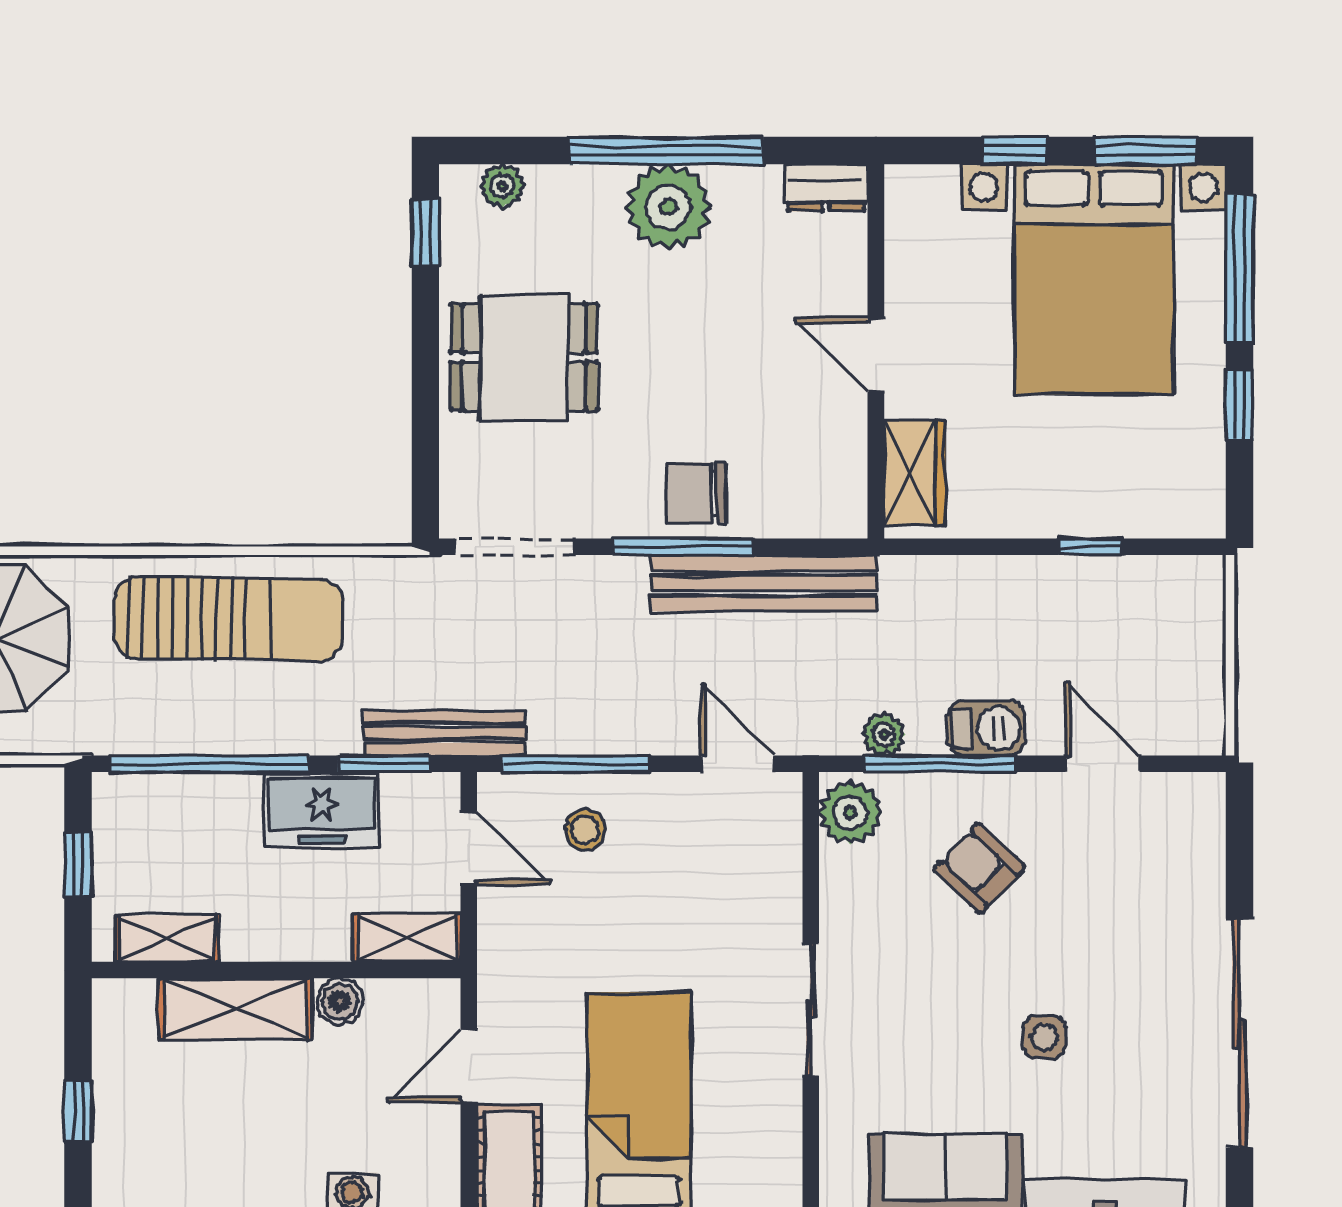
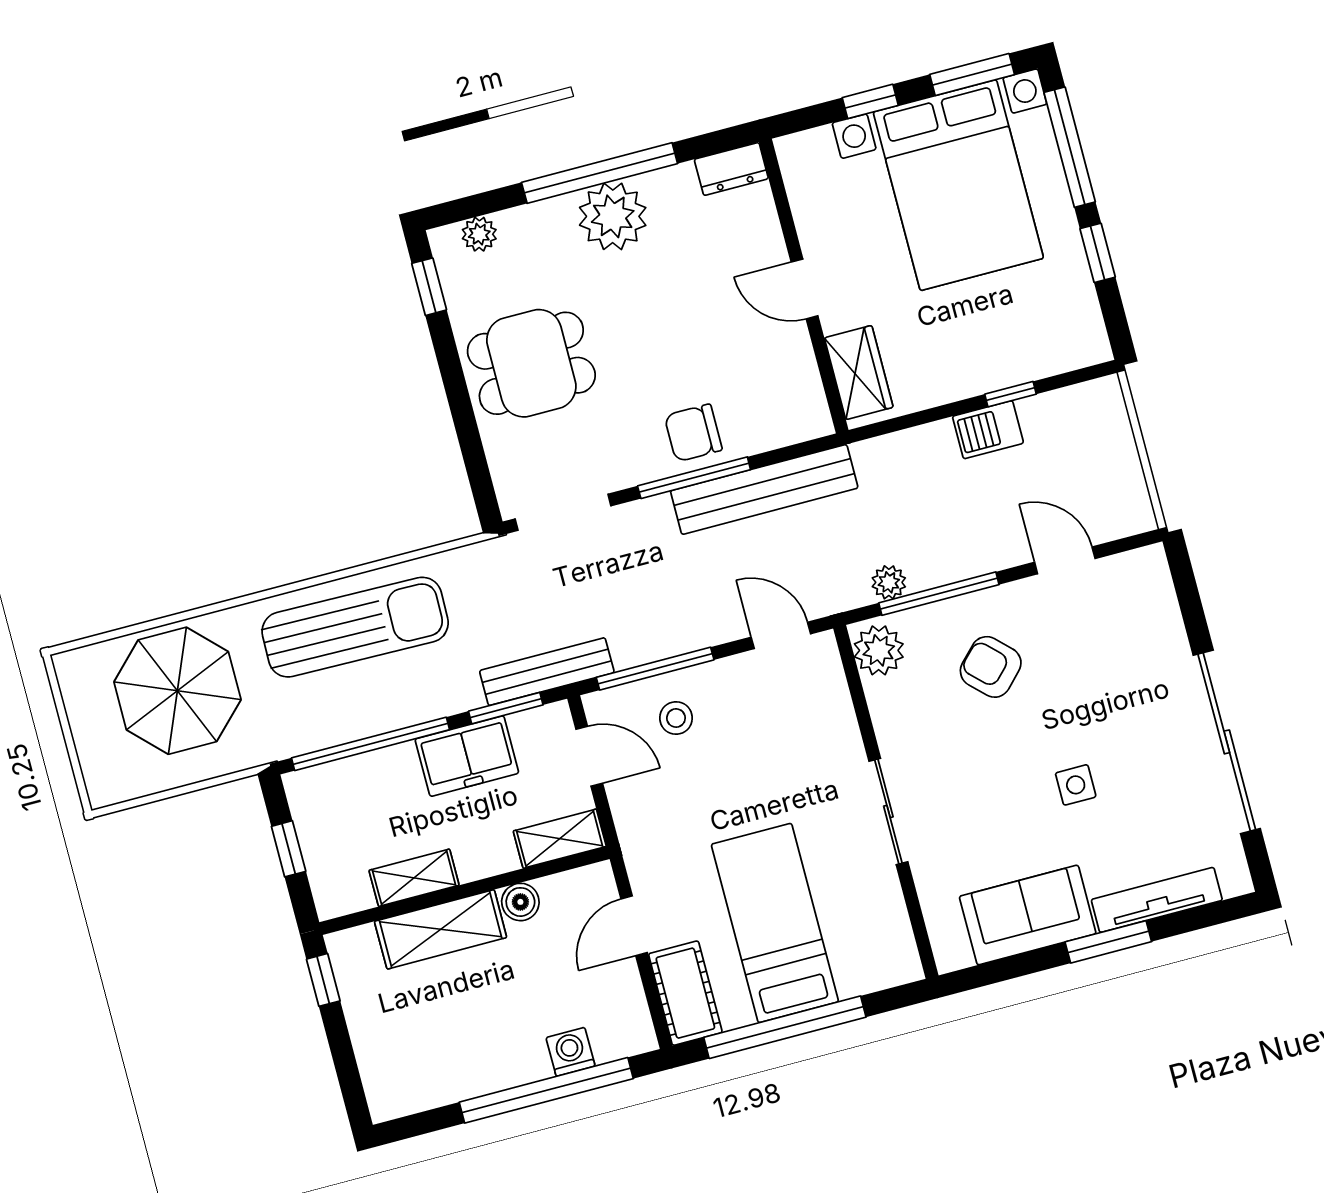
barbecue: (986, 728) -> (988, 430), moved, turned 180
shelving: (167, 939) -> (414, 878), moved
window: (78, 1110) -> (323, 980), moved

